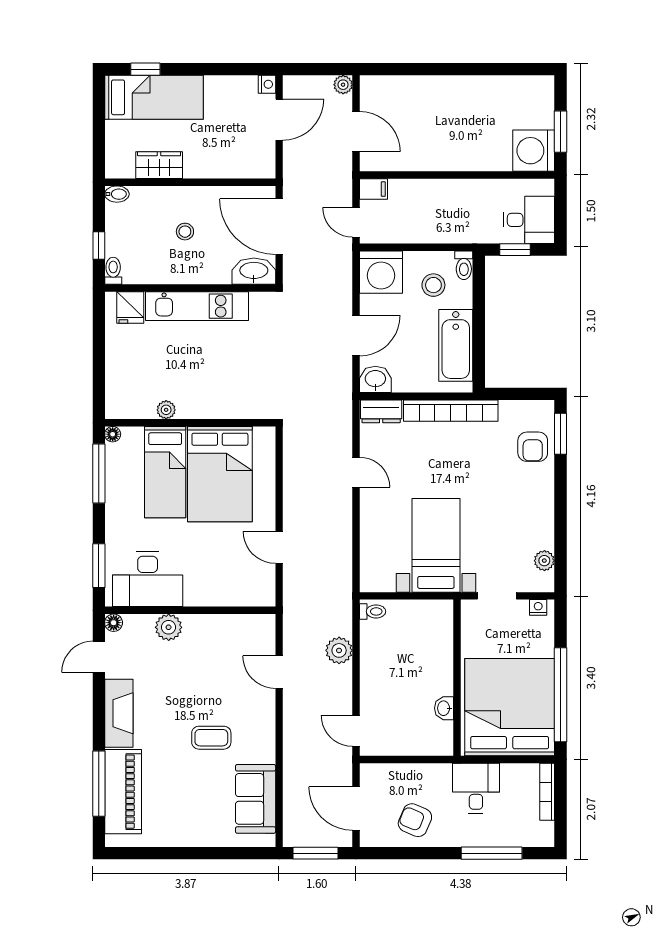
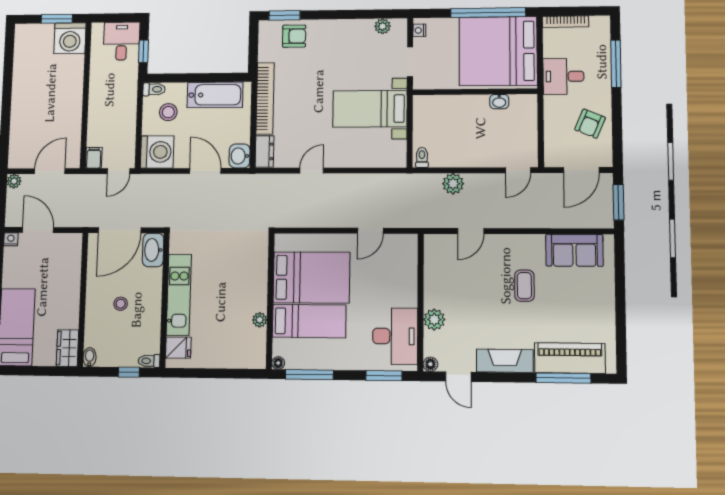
wardrobe: (159, 165) -> (67, 348), moved

